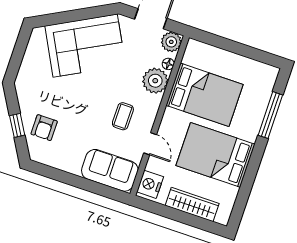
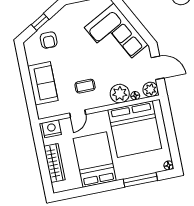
floor lamp: (273, 72) -> (169, 165), added
bed: (205, 95) -> (135, 129), width x1.36
armchair: (44, 128) -> (49, 40), turned -90
sofa: (110, 170) -> (43, 83), moved

